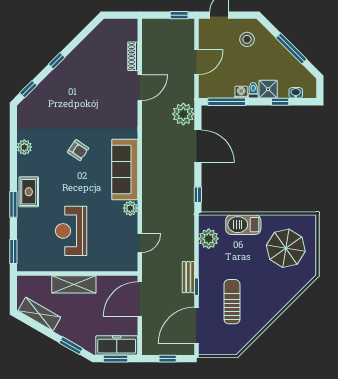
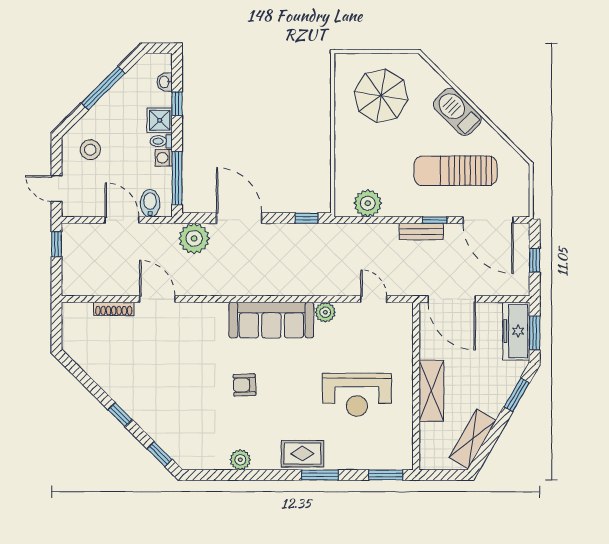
bidet: (209, 82) -> (150, 203), added
door: (198, 146) -> (239, 218), hinge flipped
armchair: (78, 150) -> (244, 385), turned -126
barbecue: (243, 225) -> (457, 112), moved, turned 135
sun lounger: (232, 302) -> (455, 171), width x1.36, depth x1.34

